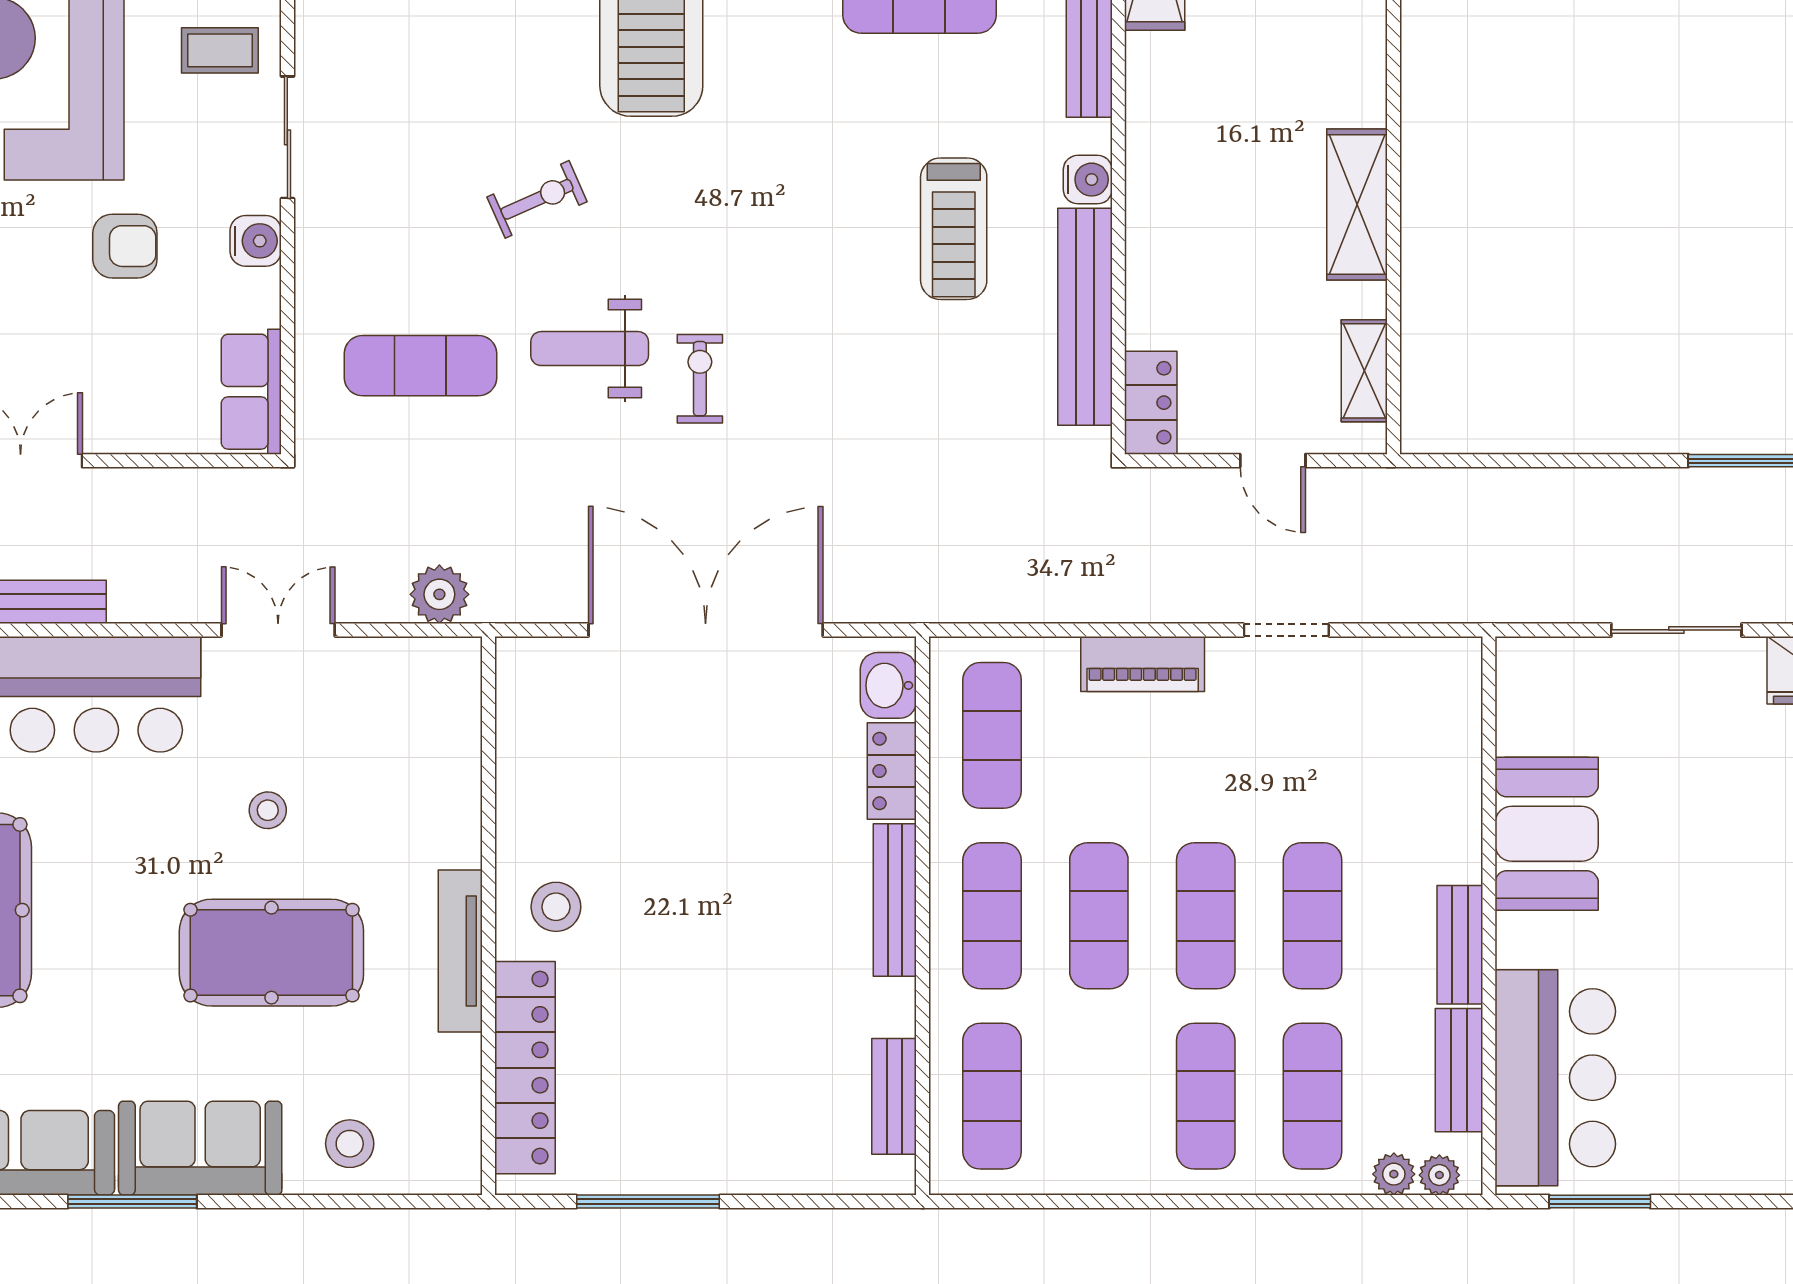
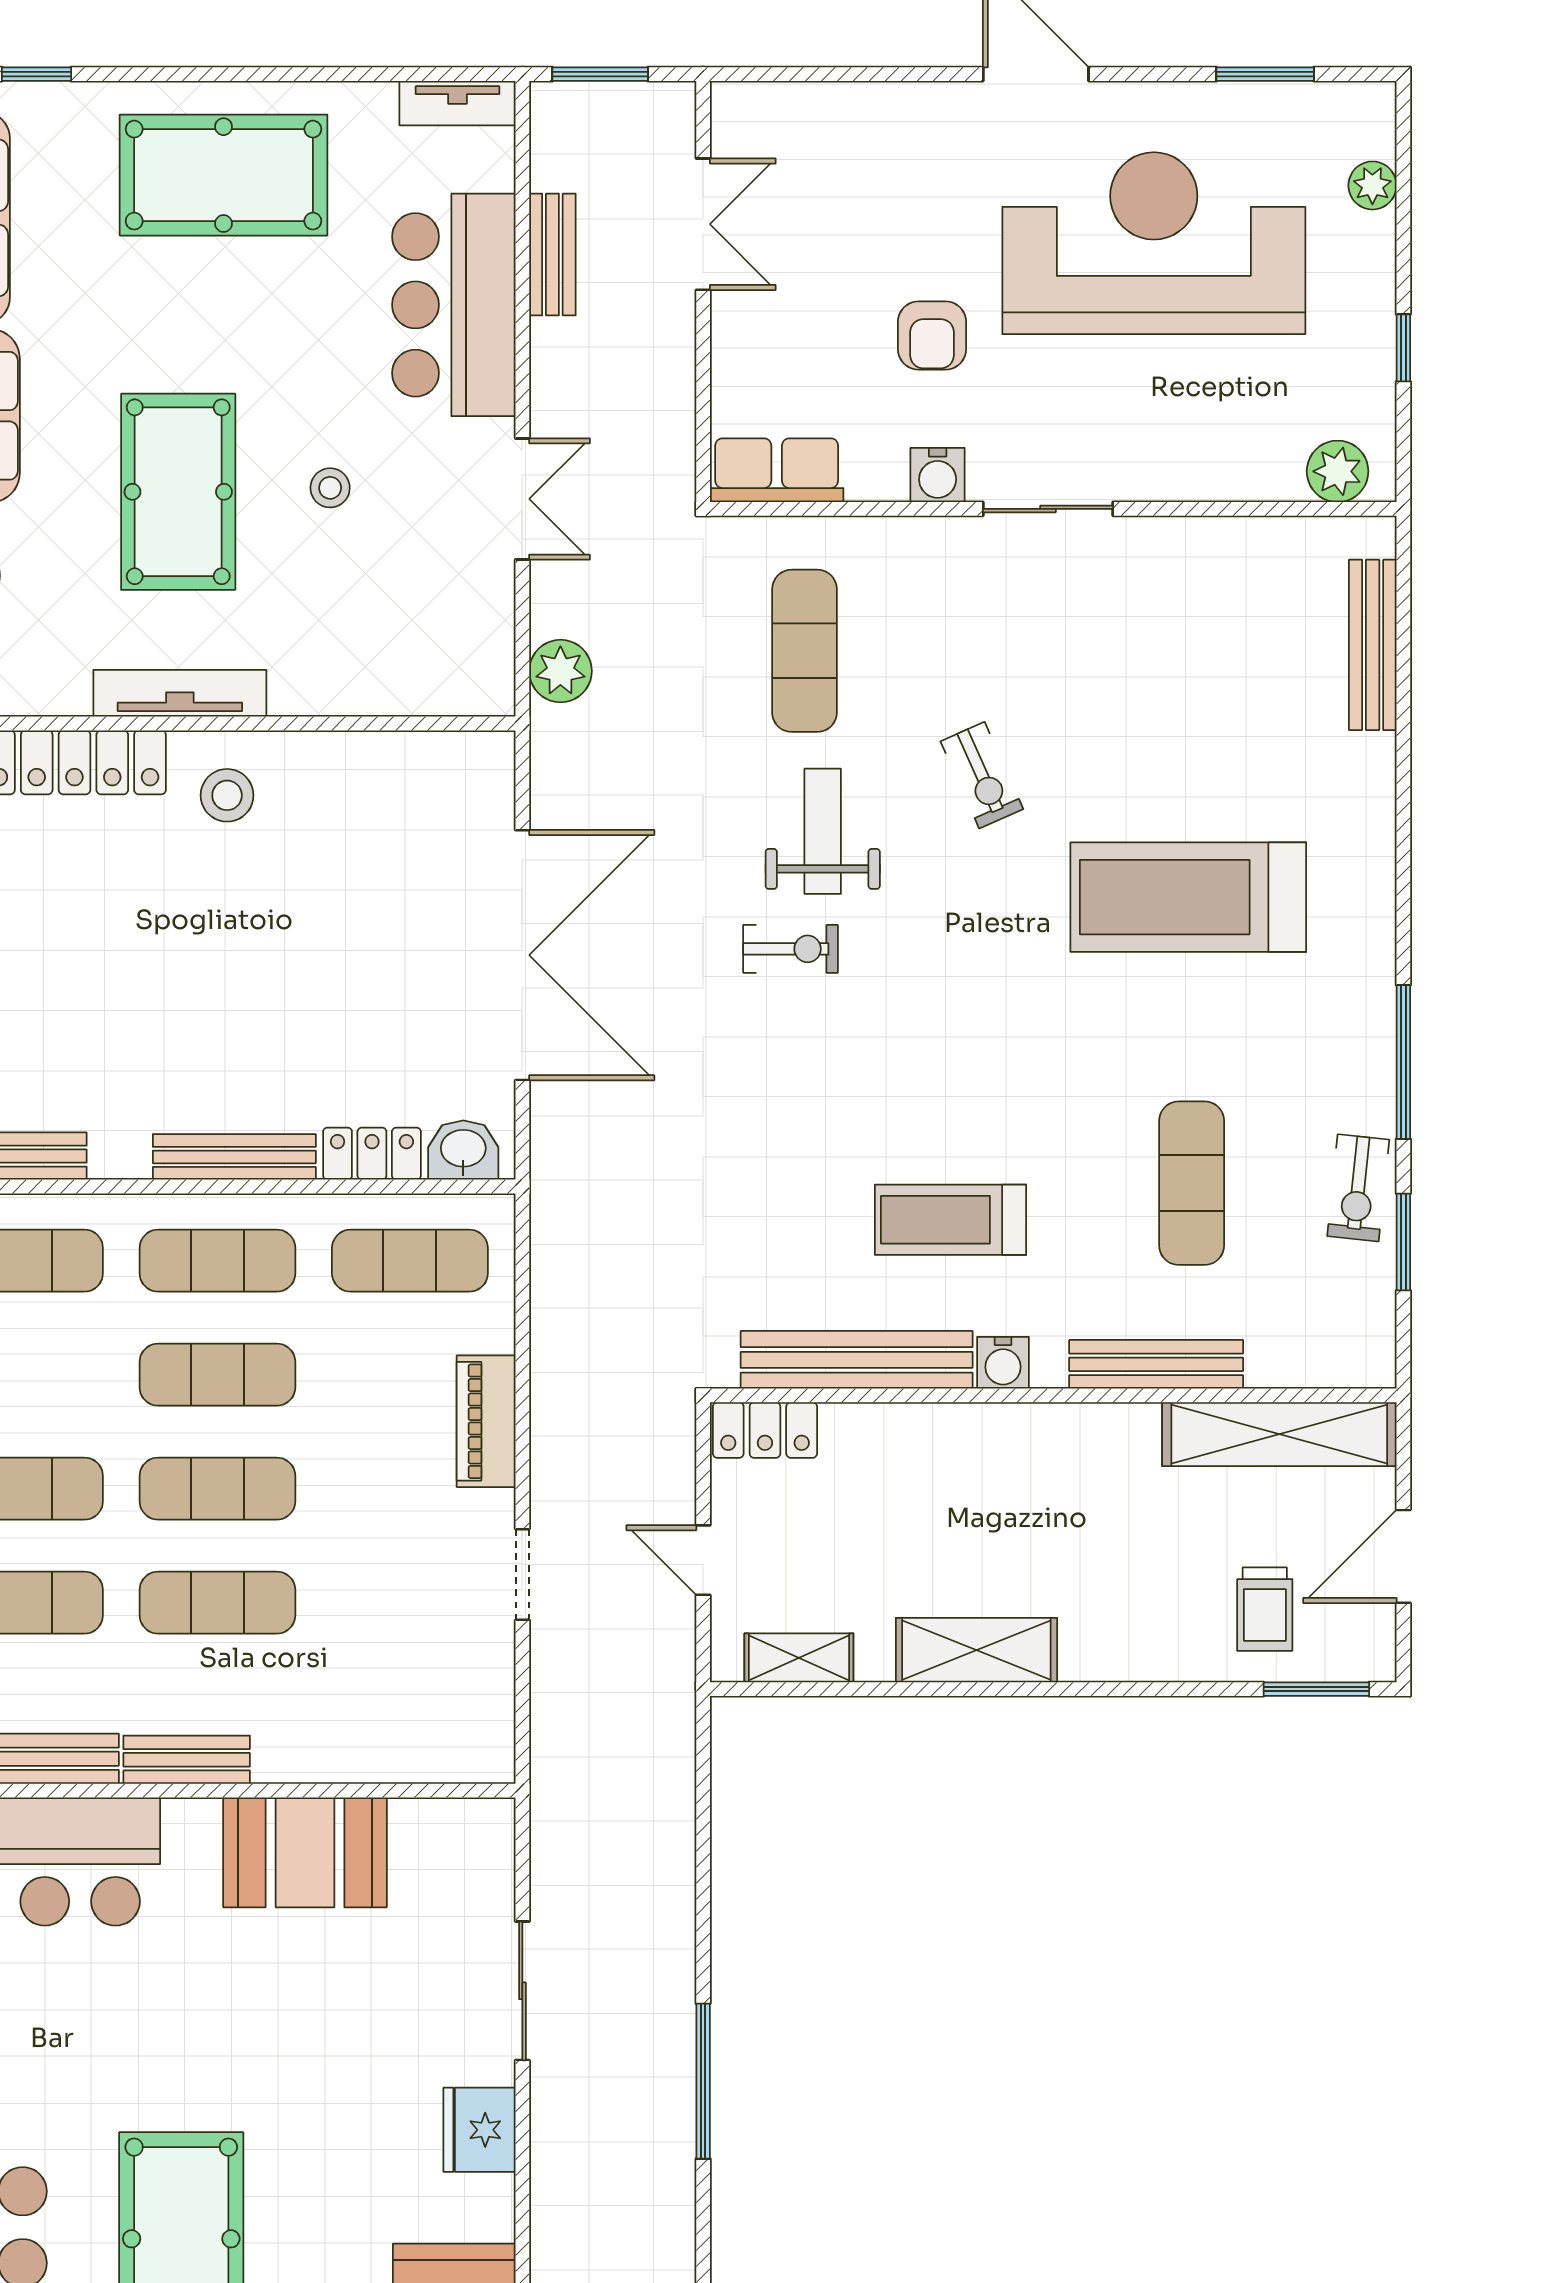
coffee table: (220, 50) -> (1141, 437), removed
door: (1273, 461) -> (703, 1560), hinge flipped

